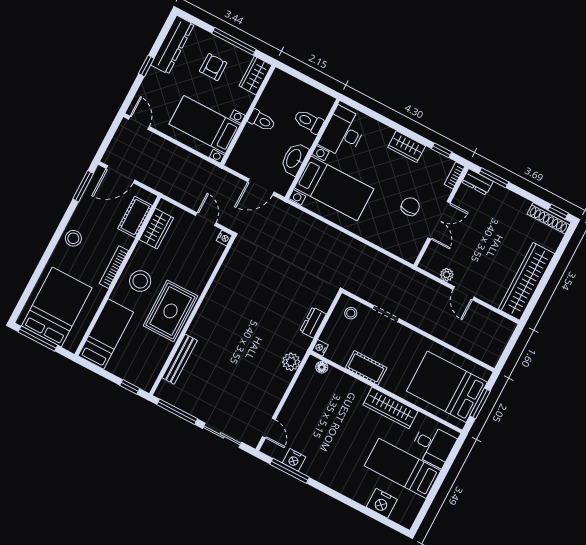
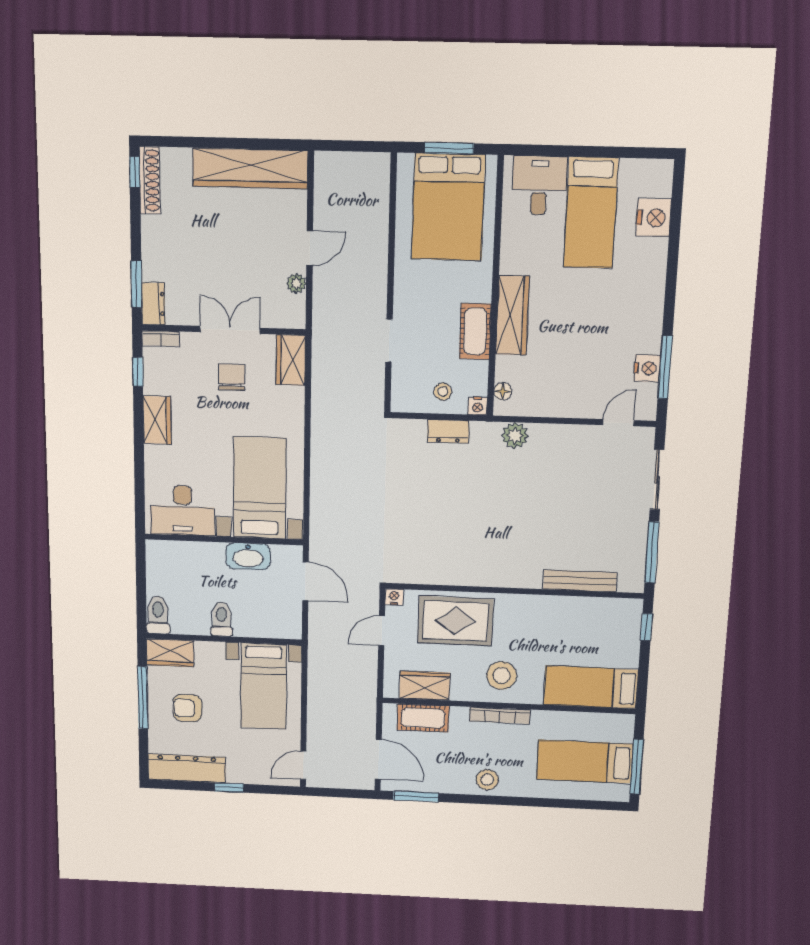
toilet: (309, 121) -> (158, 615), moved, turned 180
chair: (410, 207) -> (232, 377), turned 90
wardrobe: (403, 248) -> (291, 360), added
bed: (57, 307) -> (585, 762), width x0.67
rug: (170, 311) -> (455, 621), moved
stool: (351, 313) -> (443, 392), moved
wardrobe: (391, 408) -> (512, 315), moved

